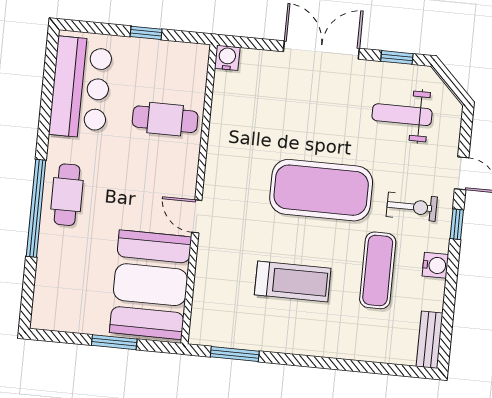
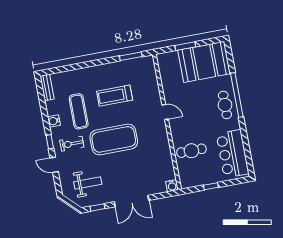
booth: (150, 285) -> (204, 62), moved, turned 90

